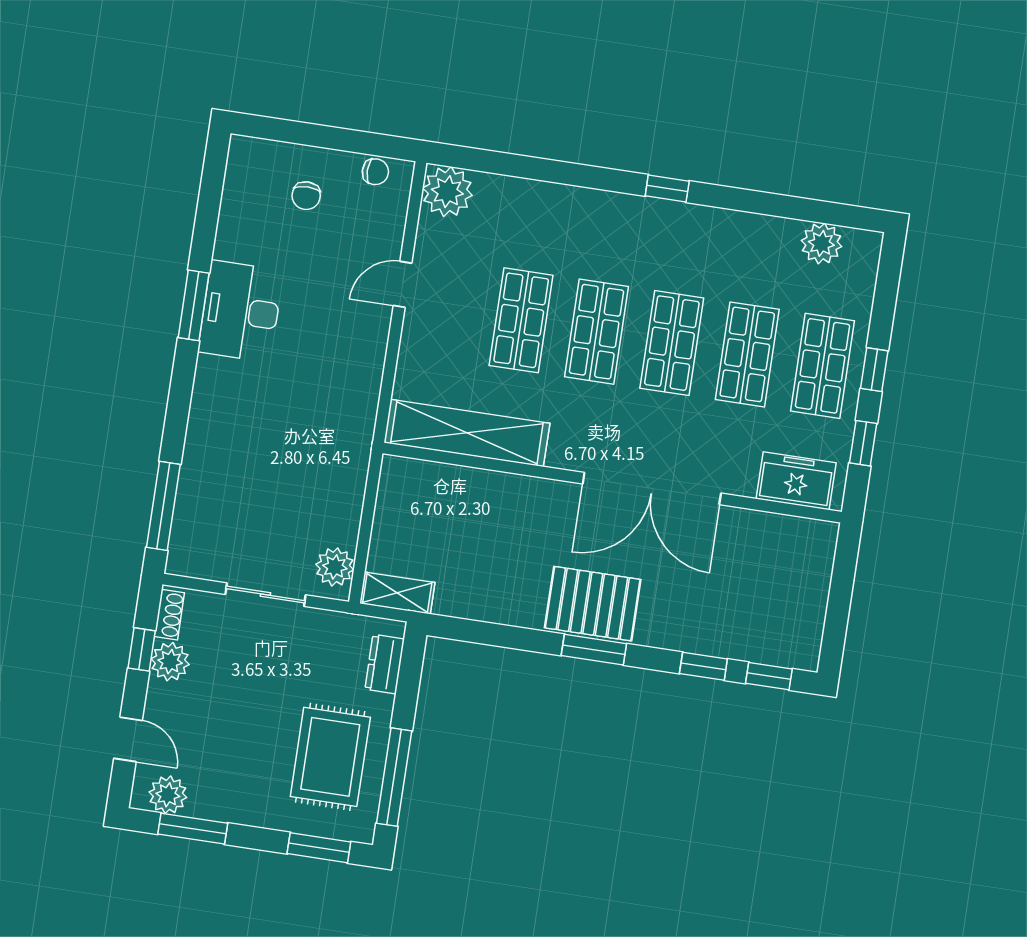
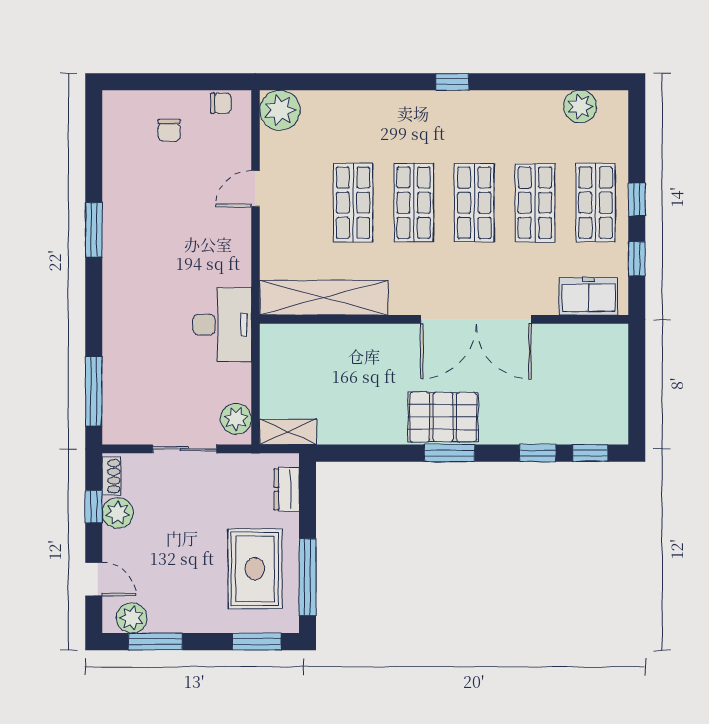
desk: (241, 311) -> (222, 324), moved, turned 180

